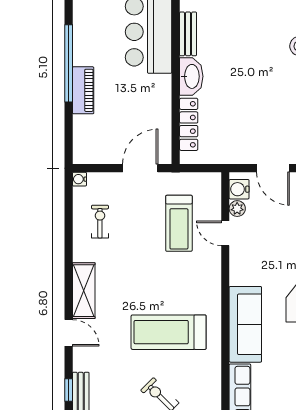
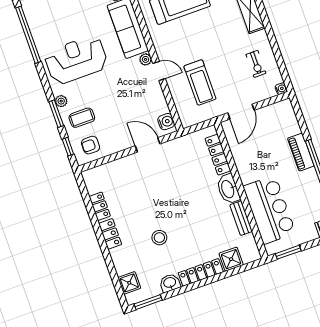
plant: (237, 209) -> (146, 59), moved
treadmill: (179, 223) -> (200, 82), turned 180
door: (225, 233) -> (159, 71), moved

